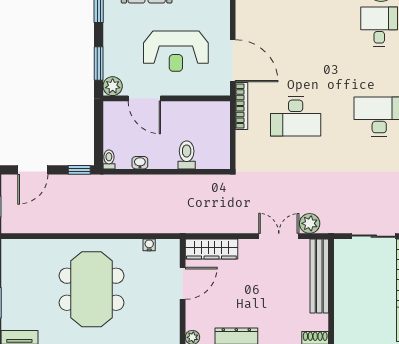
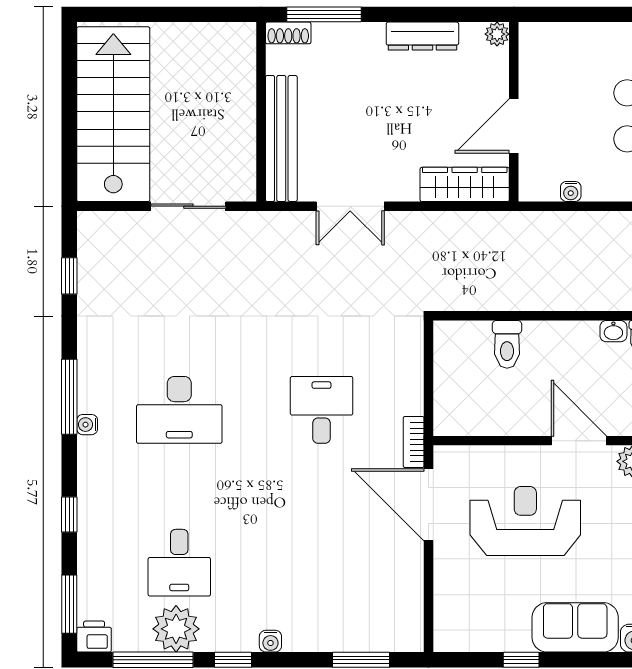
bookcase: (241, 106) -> (414, 442), width x0.64
desk: (296, 116) -> (322, 410), width x0.73
washbasin: (140, 163) -> (613, 331), moved
plant: (310, 223) -> (298, 228), removed

